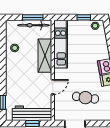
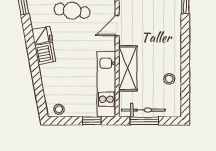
window: (84, 17) -> (92, 121), moved

